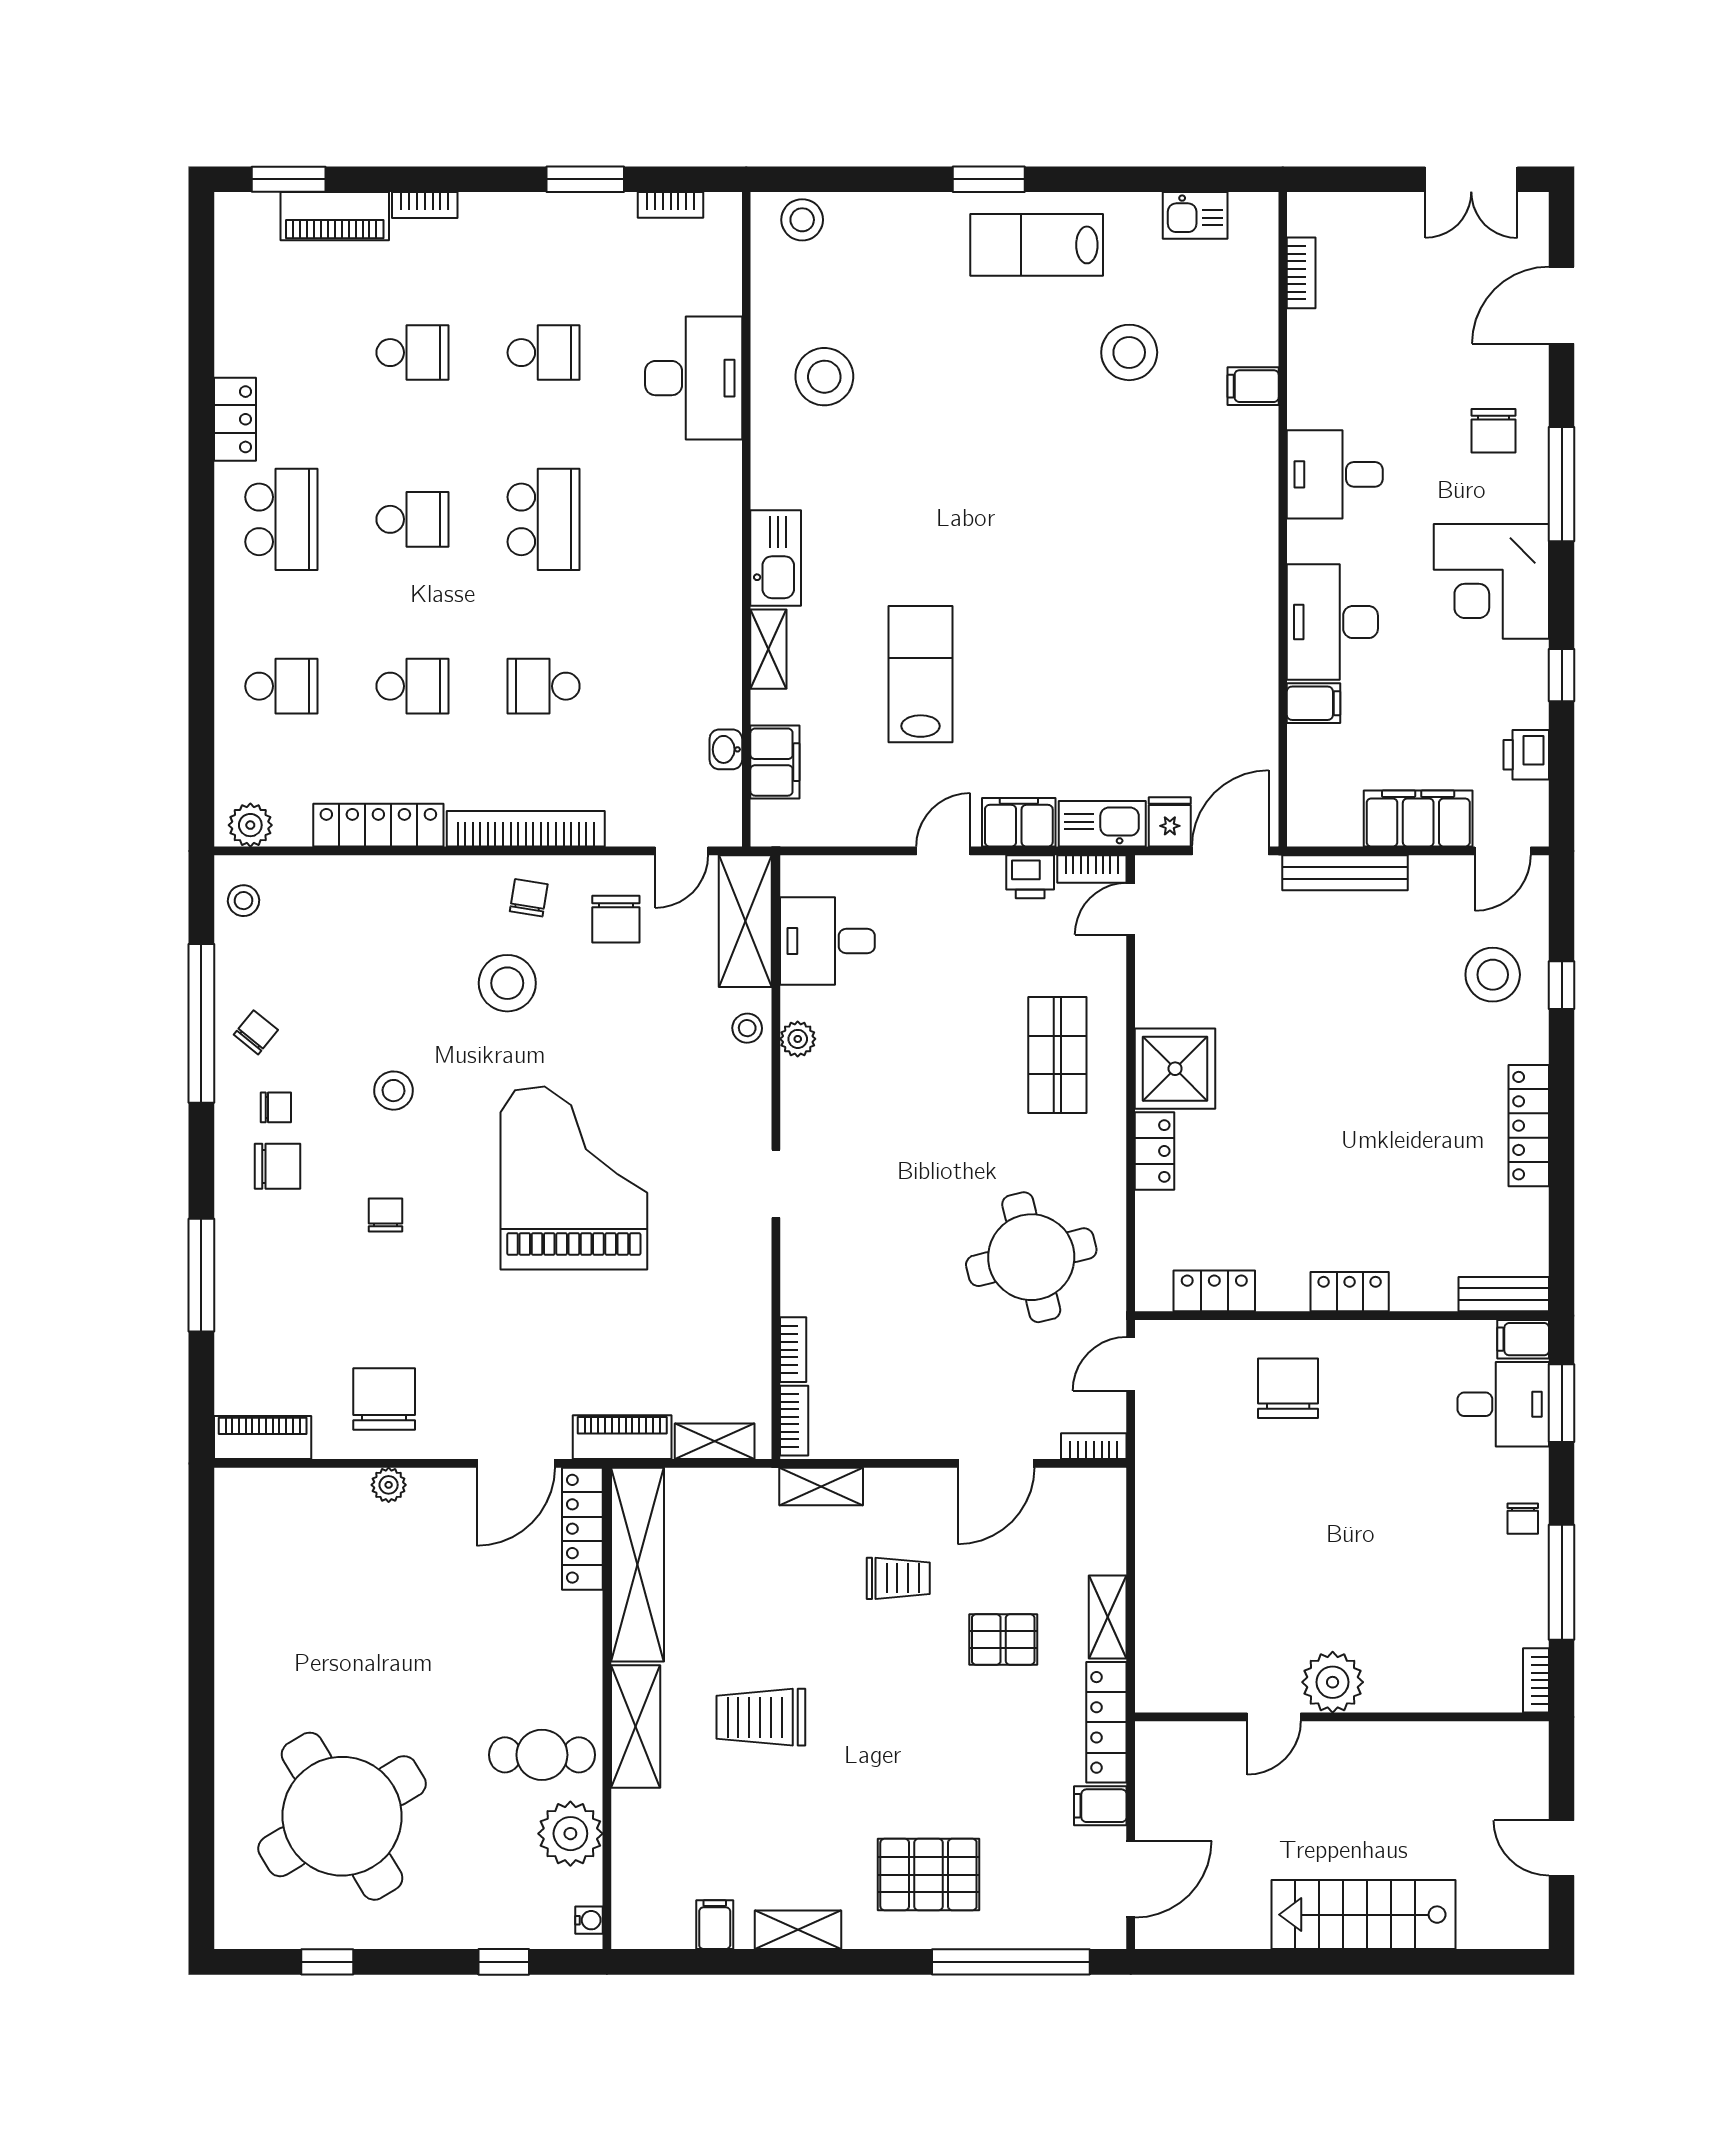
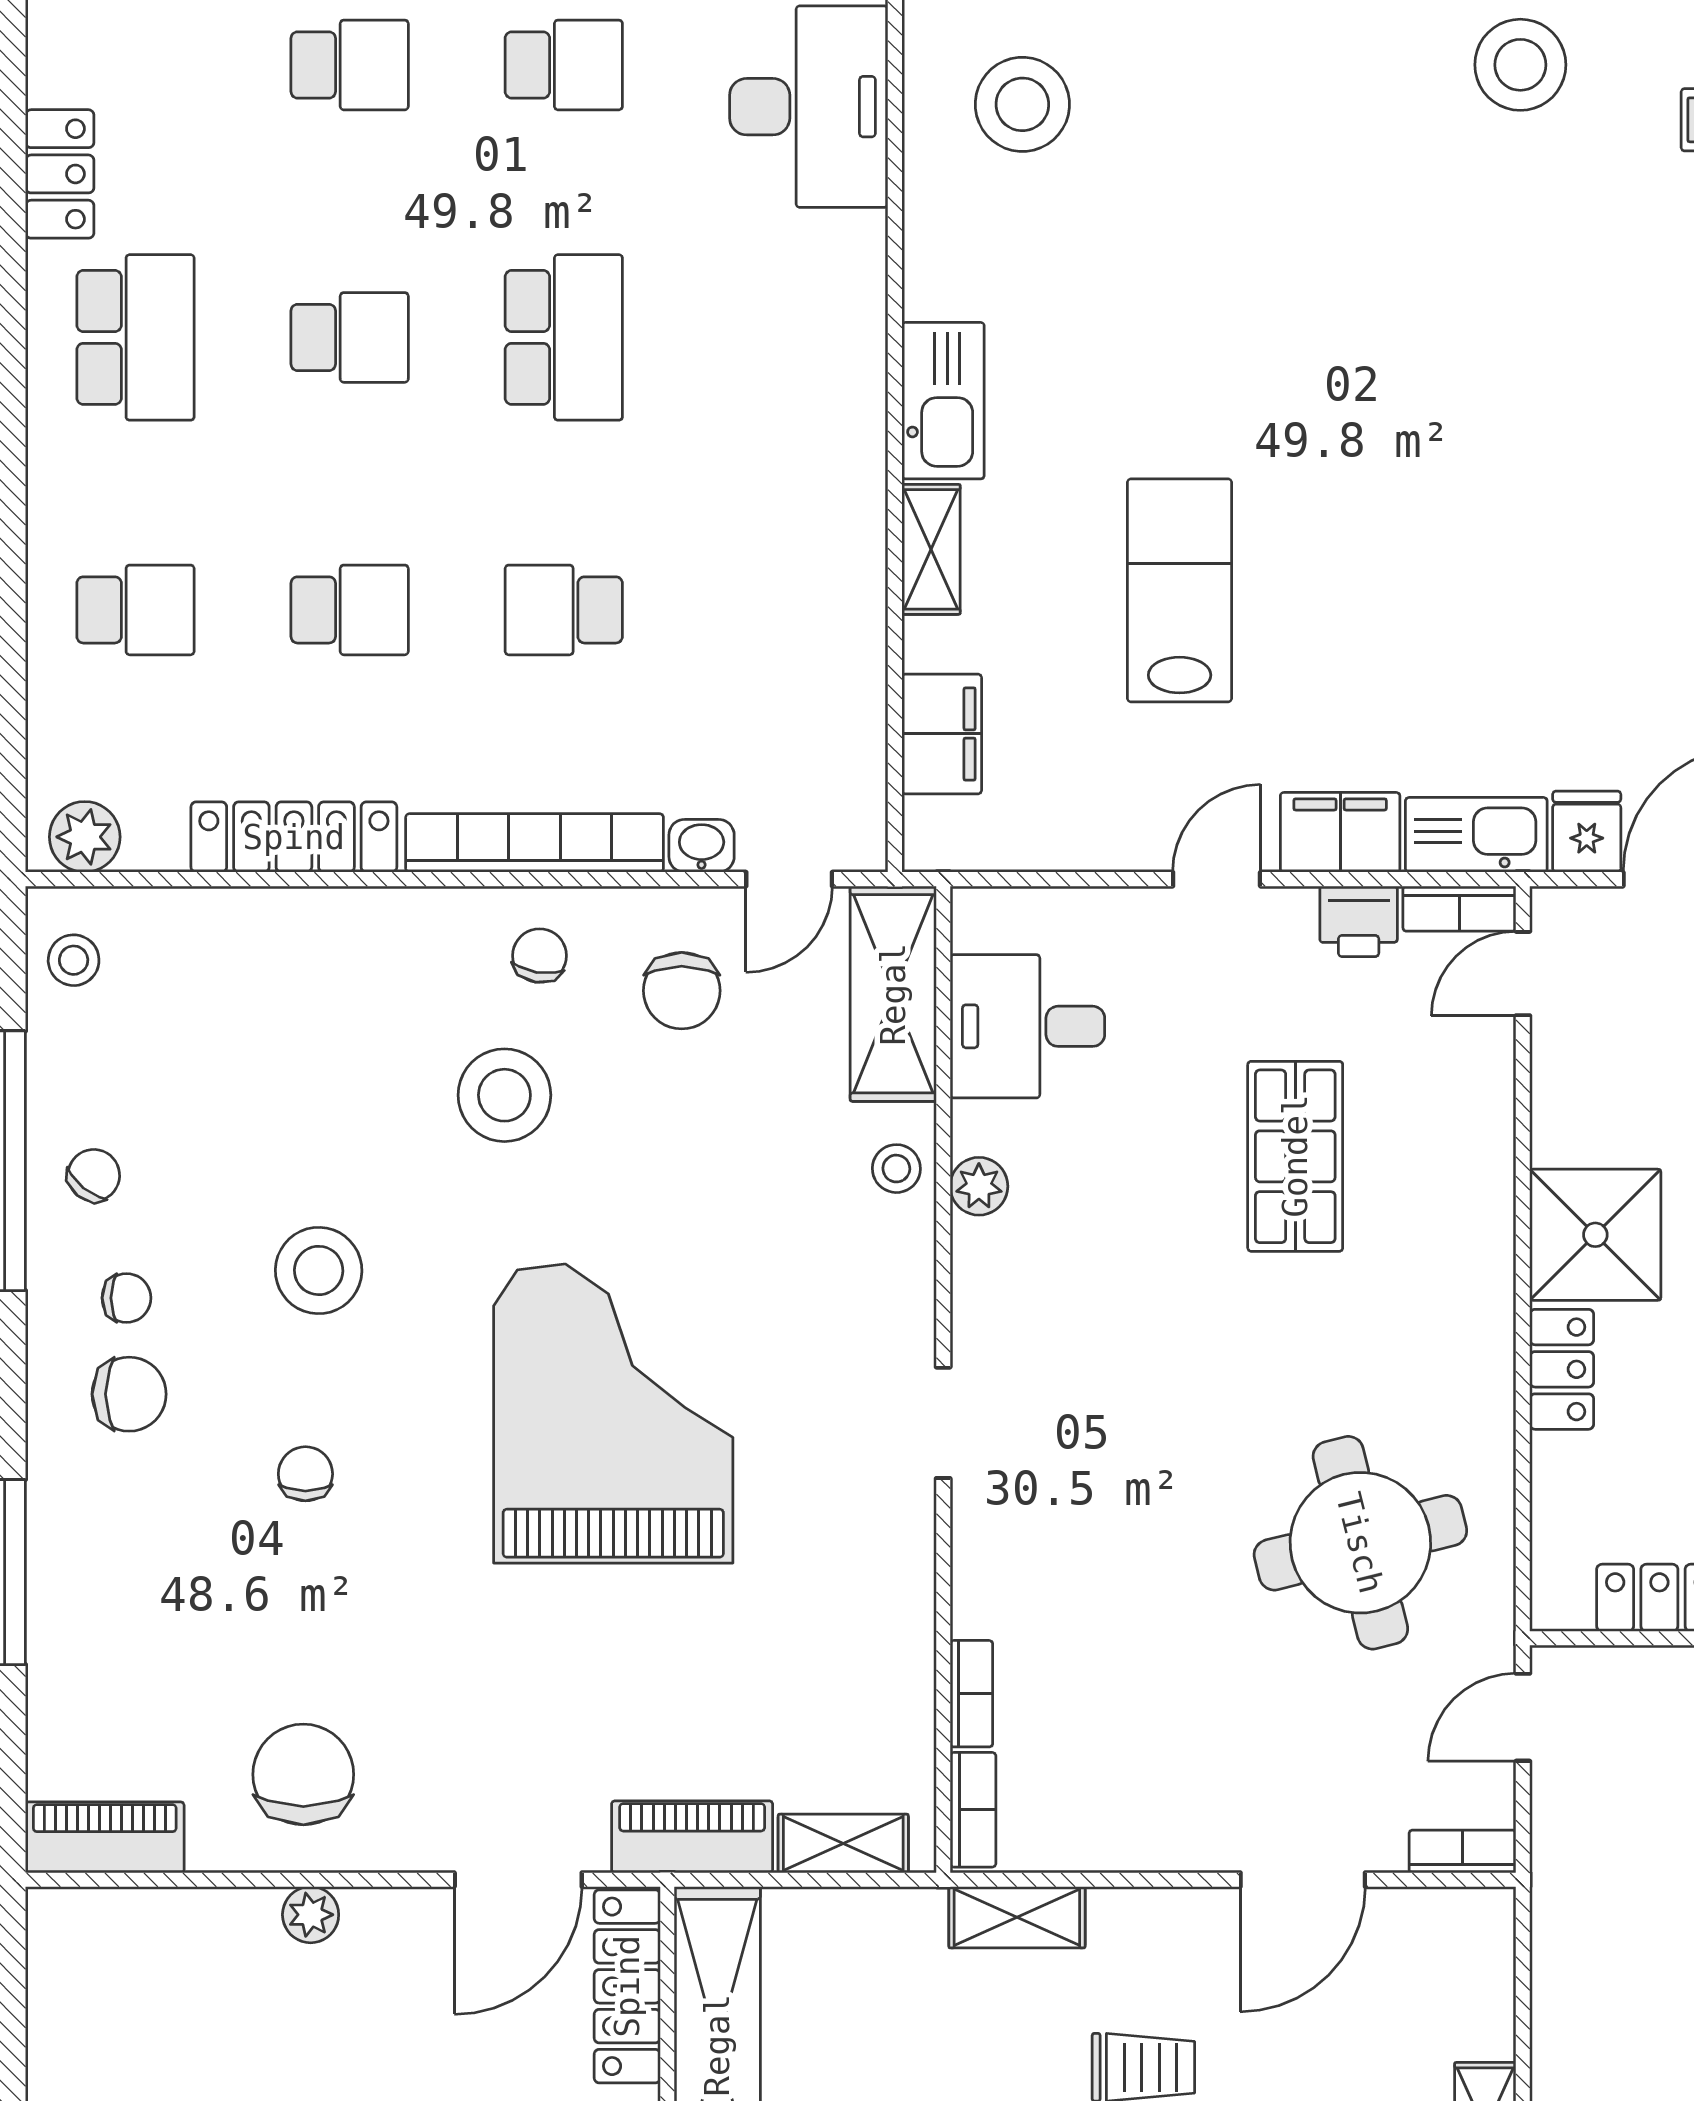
washbasin: (726, 749) -> (702, 846), moved, turned 90
shop shelf: (1057, 1055) -> (1295, 1156), moved
stool: (393, 1091) -> (319, 1270), width x1.38, depth x1.38

